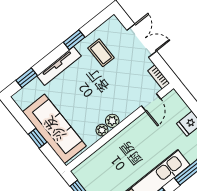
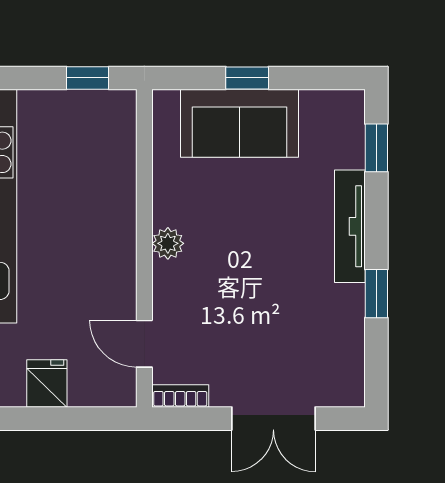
coffee table: (101, 53) -> (312, 324), removed
sofa: (54, 129) -> (240, 123), width x0.73
plant: (102, 130) -> (166, 210), removed

